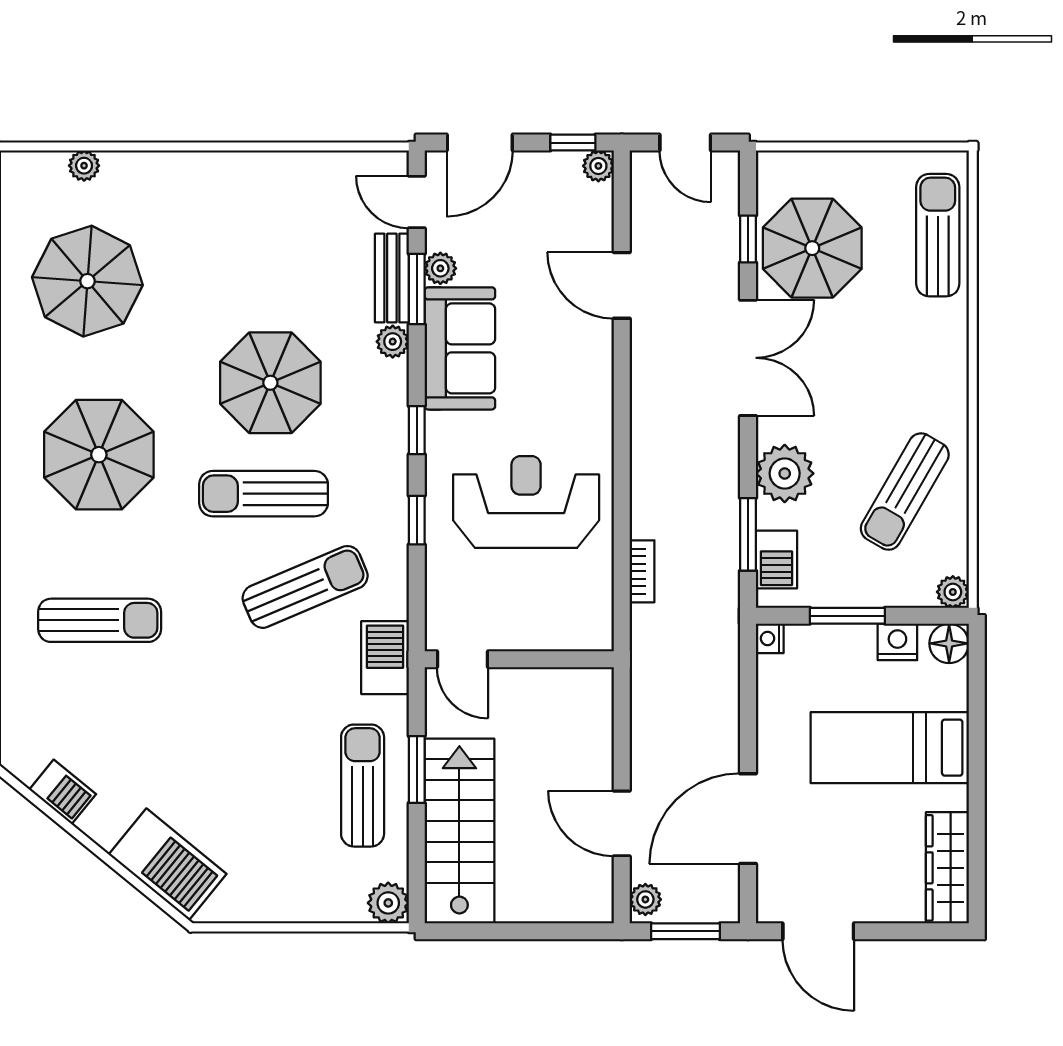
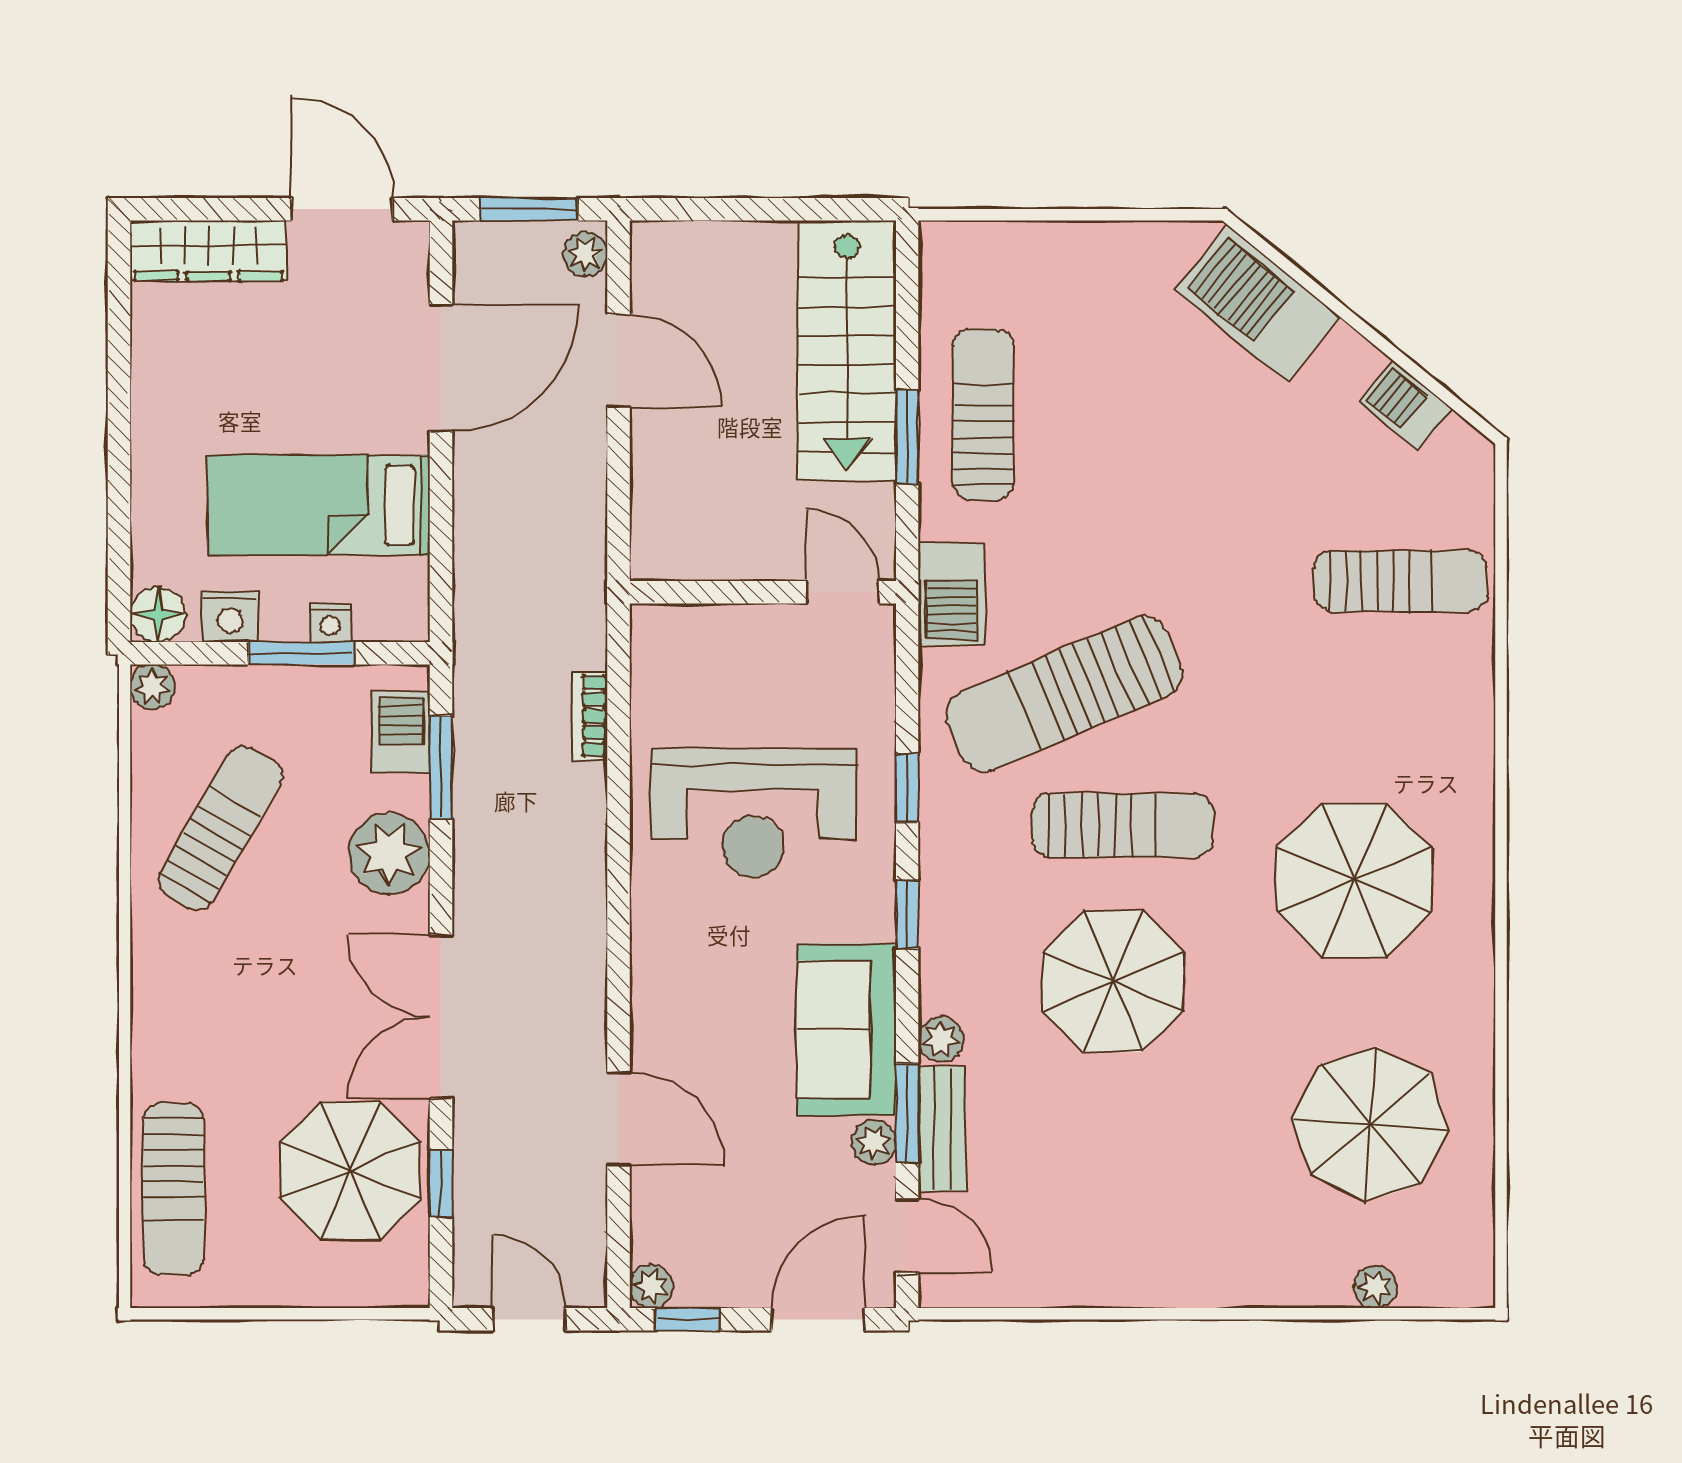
sun lounger: (305, 587) -> (1064, 694), width x1.36, depth x1.34
sun lounger: (100, 620) -> (1401, 581), moved, turned 180
nightstand: (770, 638) -> (330, 623), moved, turned 90
bed: (890, 748) -> (319, 505), moved, turned 180
sun lounger: (363, 786) -> (983, 414), turned 180
wardrobe: (947, 868) -> (208, 251), moved, turned 90
plant: (388, 903) -> (947, 249), removed

